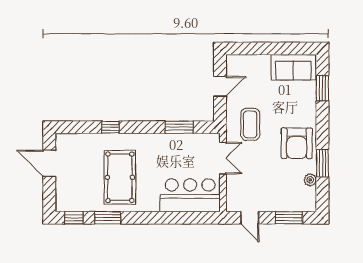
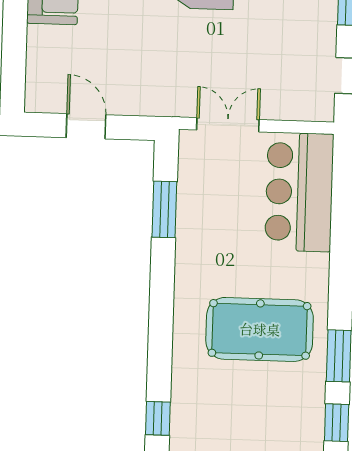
coffee table: (250, 124) -> (163, 69), removed
window: (110, 127) -> (158, 418), moved

